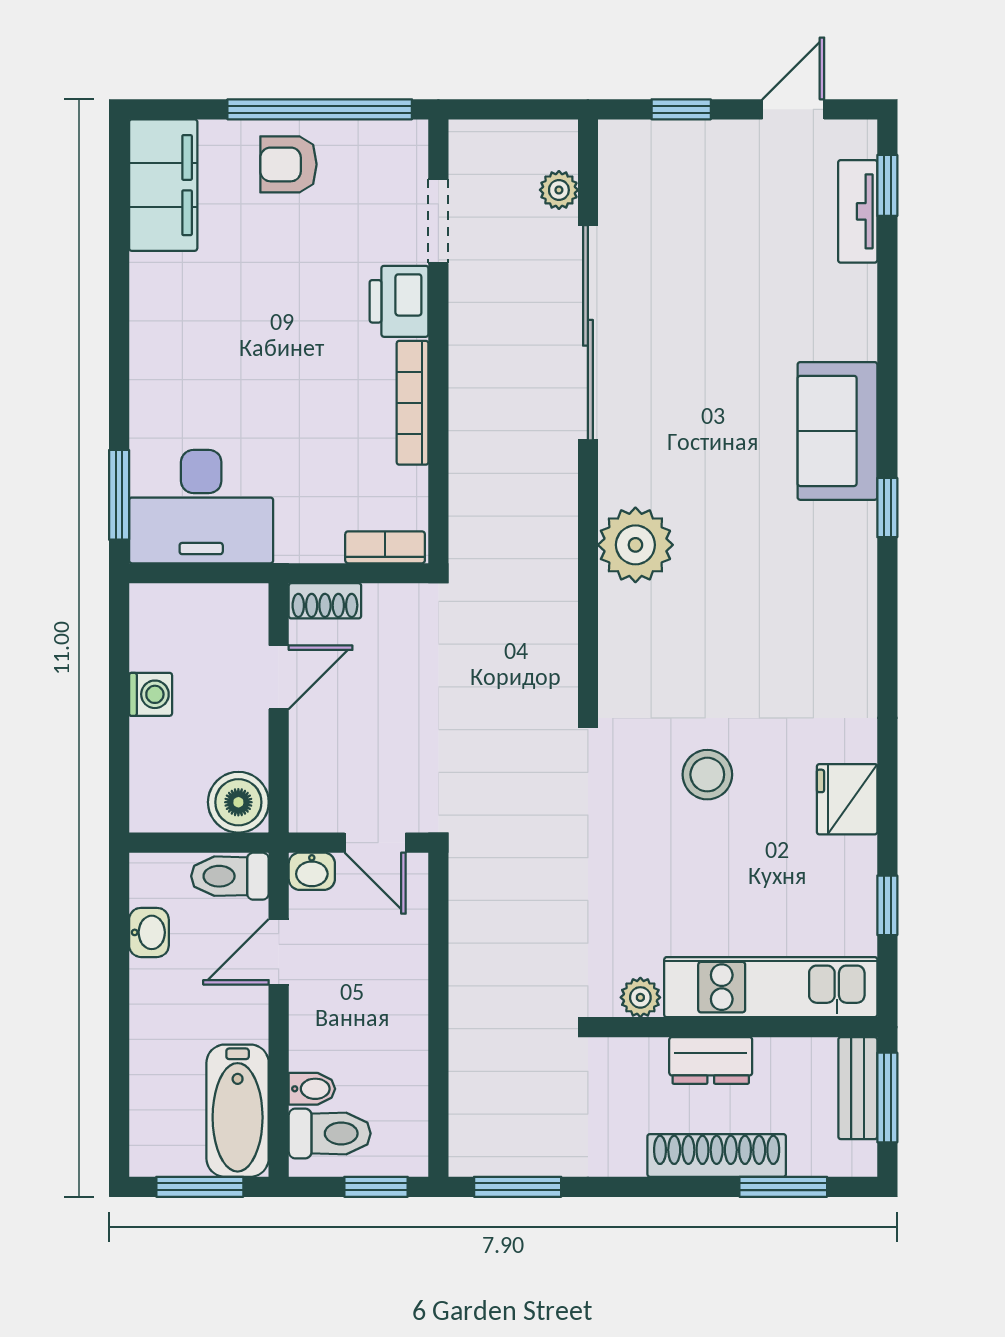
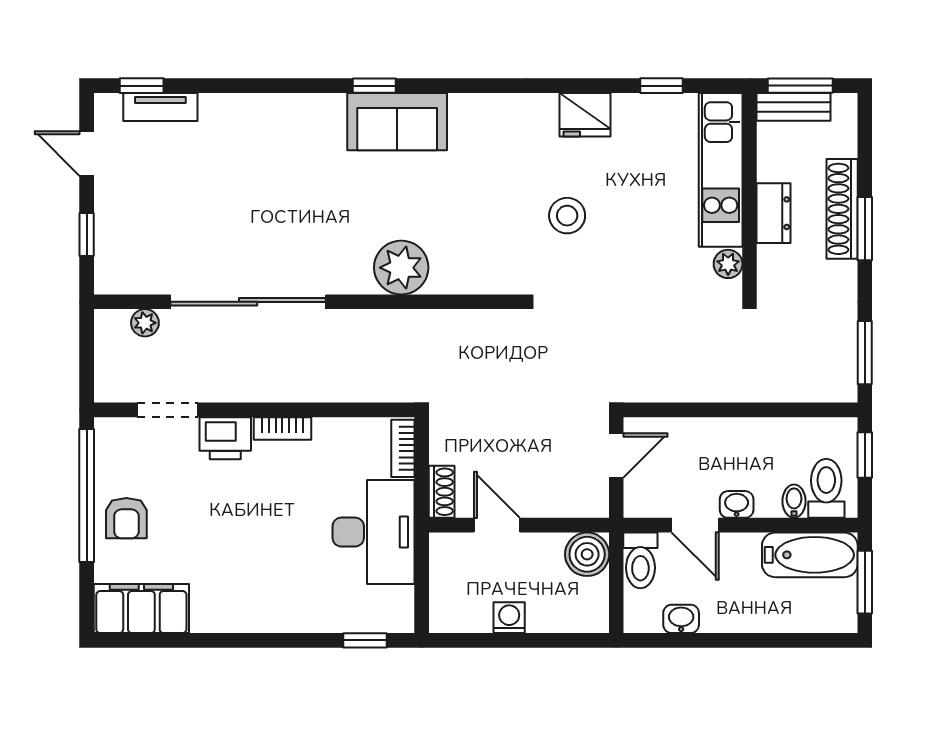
bookcase: (413, 403) -> (282, 429), width x0.64
sofa: (837, 431) -> (397, 122), moved
window: (119, 495) -> (365, 640), width x0.67
desk: (201, 507) -> (374, 532), moved
washbasin: (312, 871) -> (737, 504), moved, turned -90
window: (783, 1187) -> (865, 229), moved

